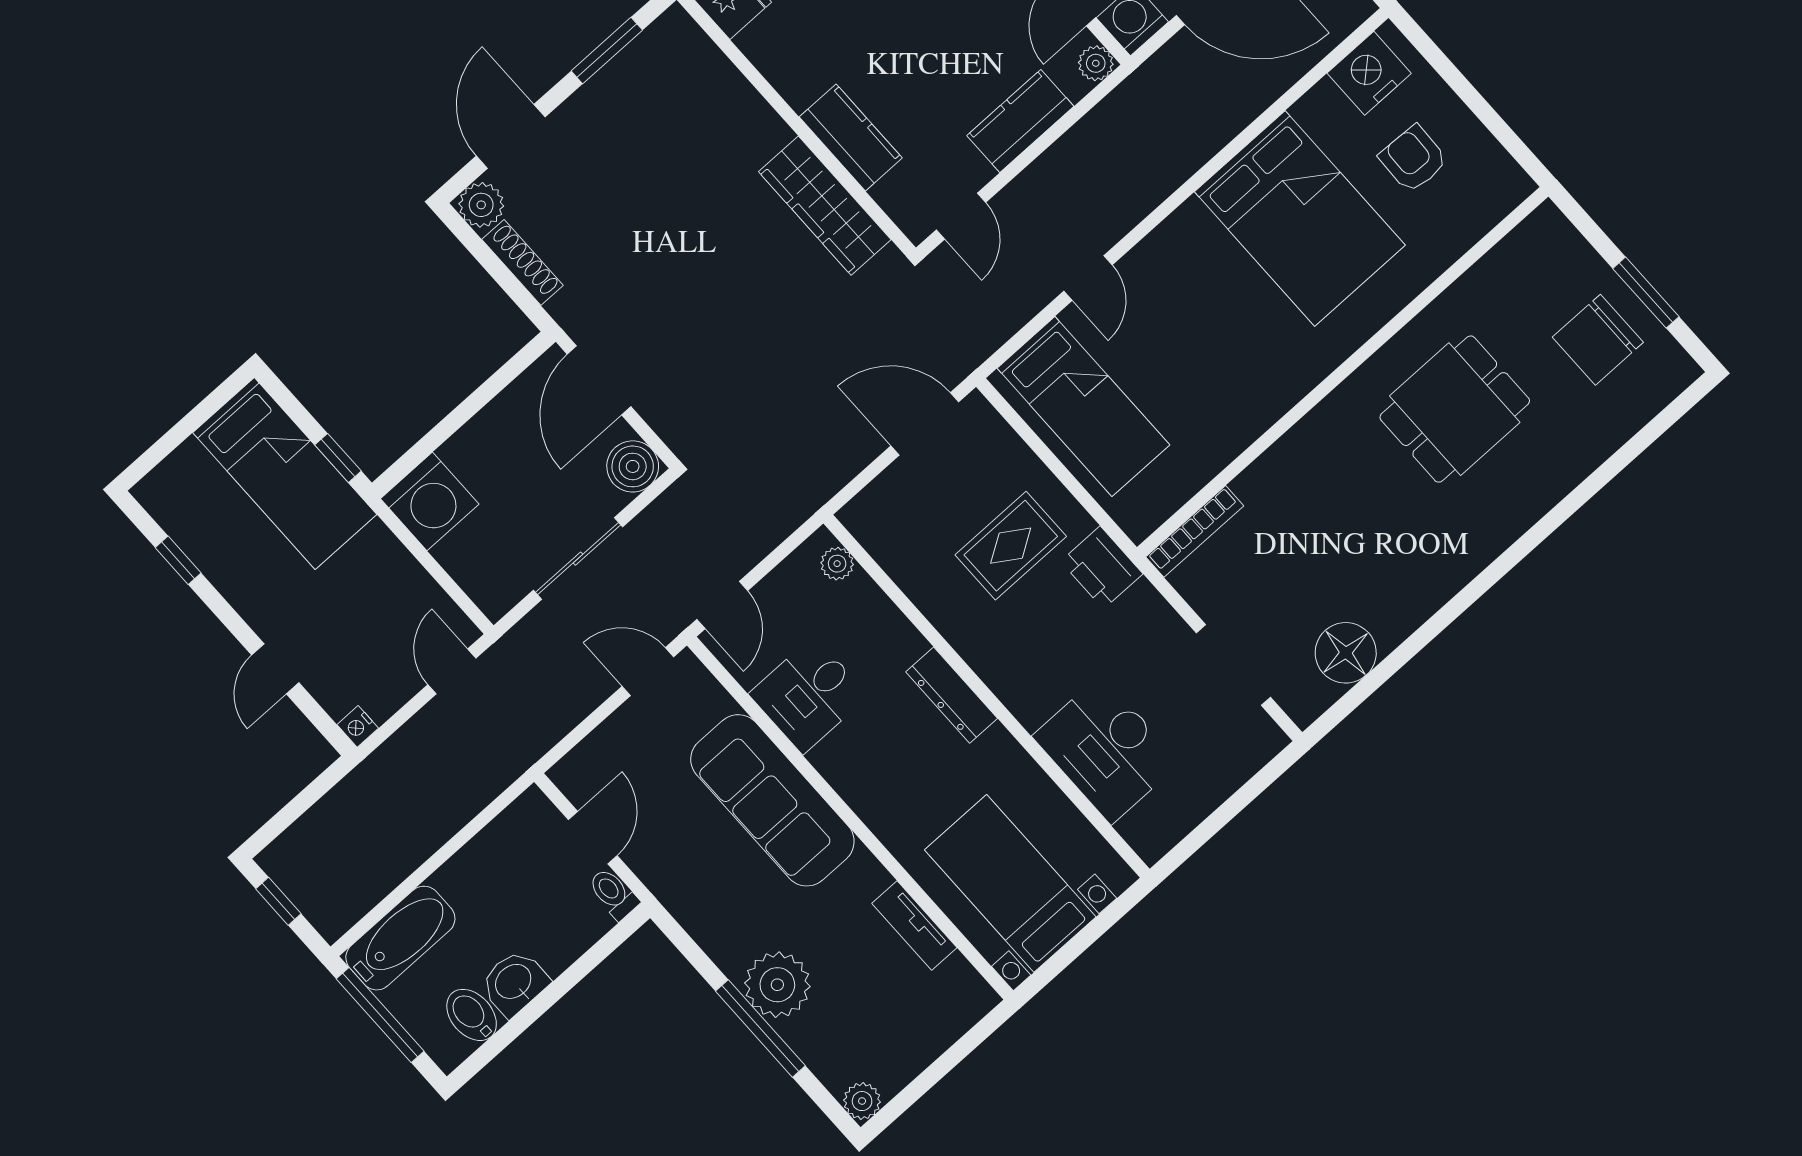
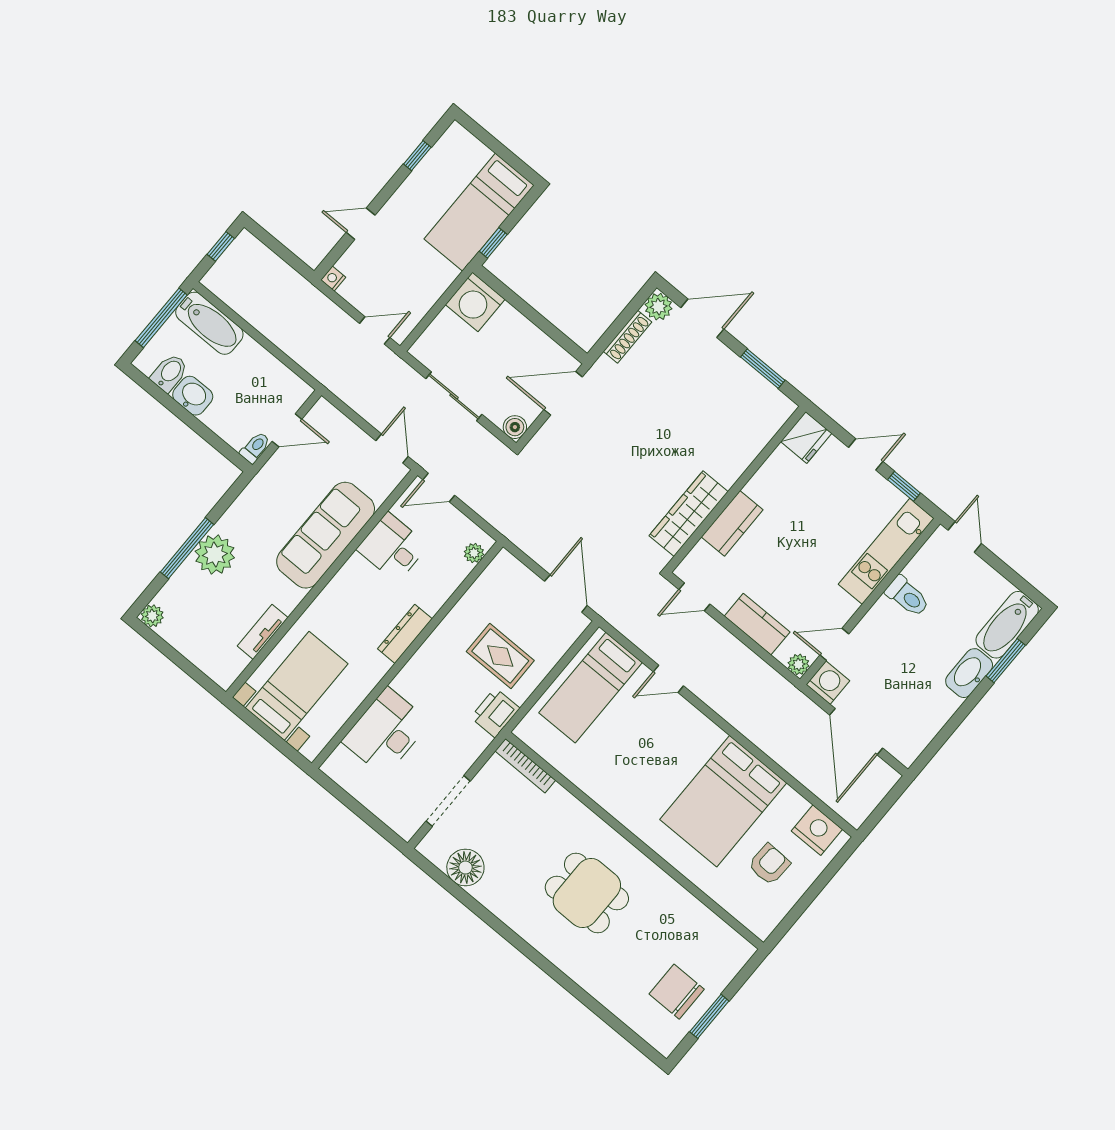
dining table: (1455, 409) -> (587, 893), moved
boiler: (633, 466) -> (515, 427), width x0.73, depth x0.73

